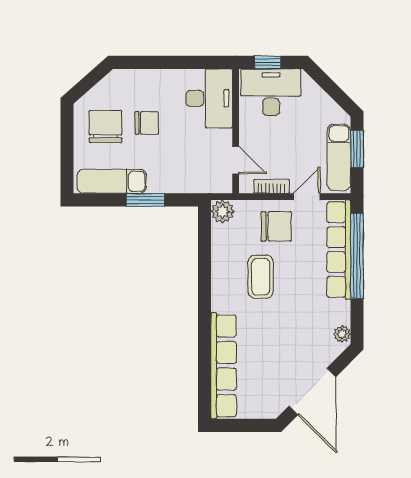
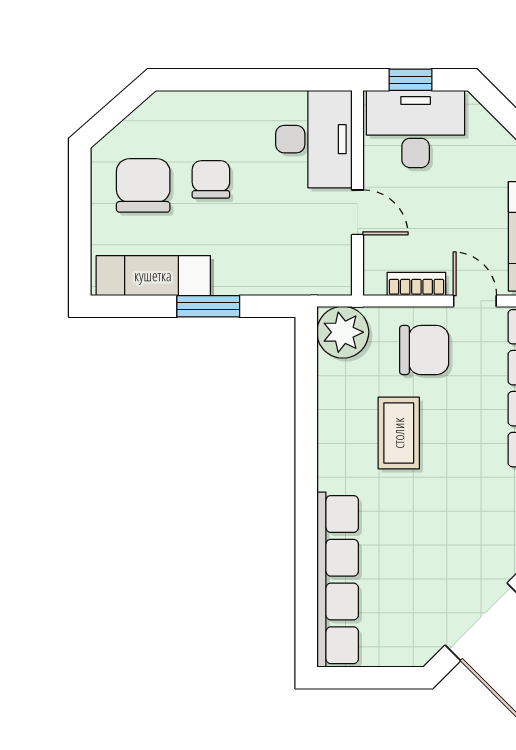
chair: (147, 123) -> (211, 179), turned -90
door: (236, 160) -> (358, 212), moved
door: (307, 197) -> (475, 301), hinge flipped
plant: (223, 211) -> (343, 332), width x1.36, depth x1.36

